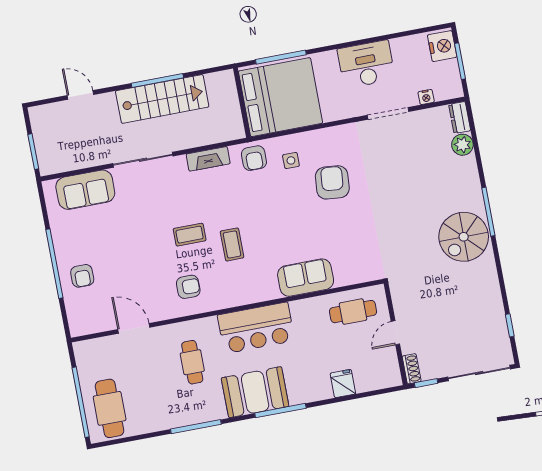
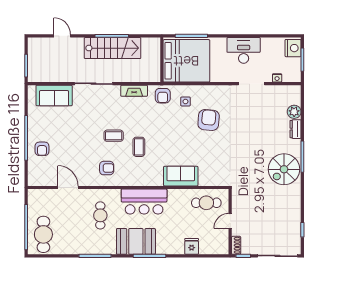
dresser: (460, 118) -> (295, 129), moved

